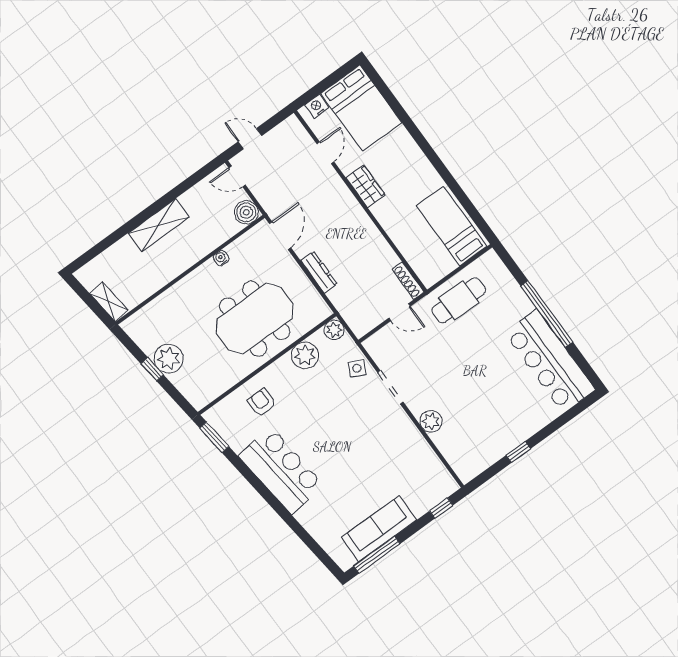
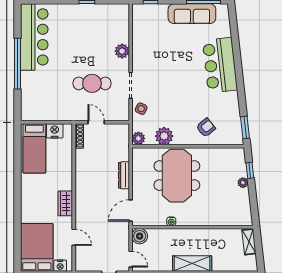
door: (325, 153) -> (74, 237), swing flipped
nightstand: (442, 265) -> (55, 131), added
cafe table: (459, 300) -> (92, 83), moved
meeting table: (255, 319) -> (177, 176), turned 90
plant: (169, 359) -> (243, 183), width x0.53, depth x0.53
window: (152, 369) -> (250, 170), moved
armchair: (262, 402) -> (206, 128), turned -129
bar counter: (281, 470) -> (220, 65), moved

